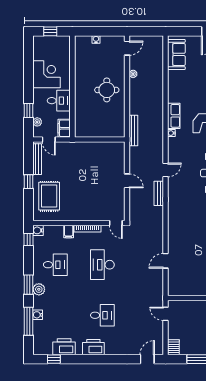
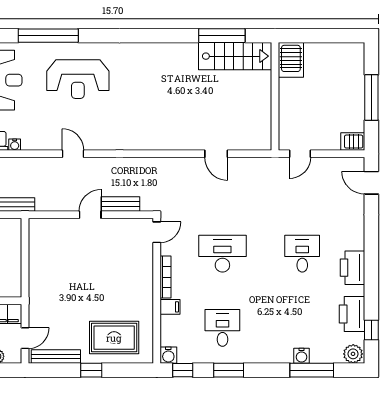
bench: (159, 193) -> (120, 204), moved
desk: (102, 265) -> (222, 254), turned 180
window: (28, 285) -> (229, 370), moved
plant: (39, 289) -> (353, 354), moved

